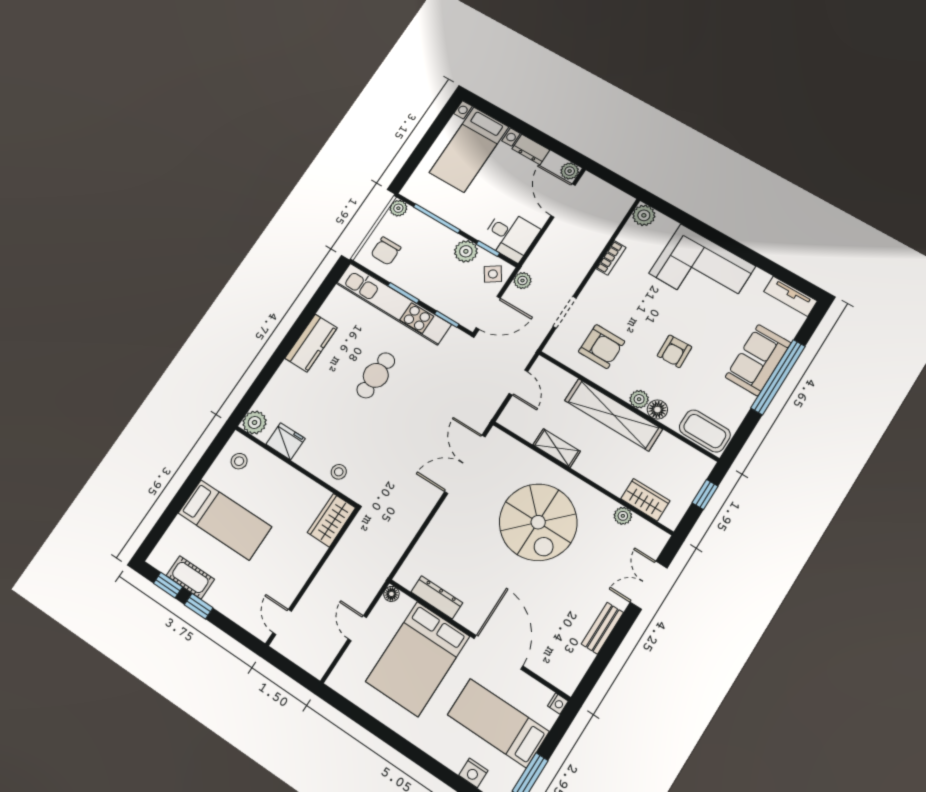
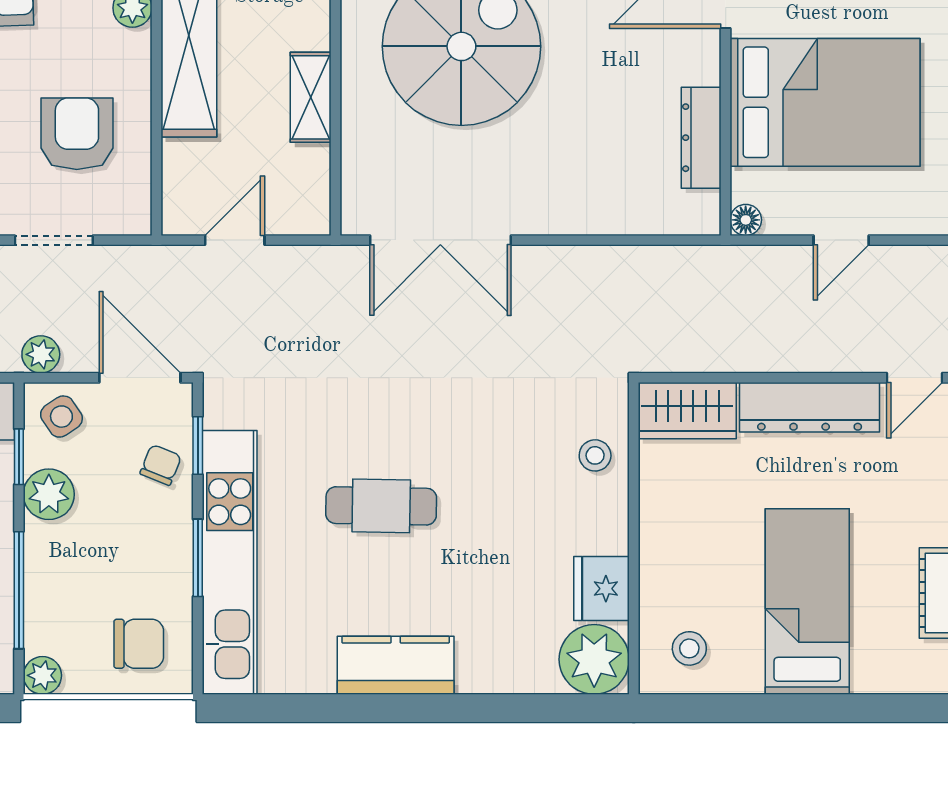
chair: (449, 300) -> (161, 465), added
plant: (255, 422) -> (594, 659), width x1.36, depth x1.36
dresser: (299, 571) -> (810, 407), added

